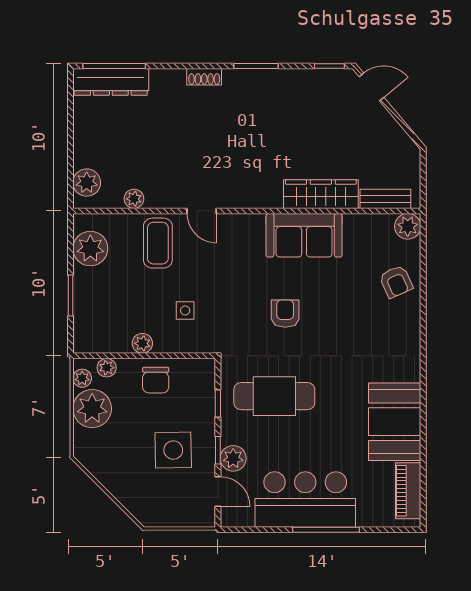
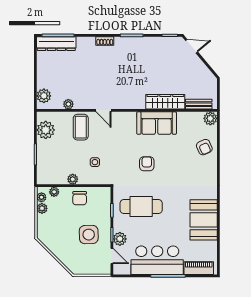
plant: (92, 409) -> (42, 208), width x0.53, depth x0.53
piano: (408, 491) -> (199, 268), moved, turned 90

